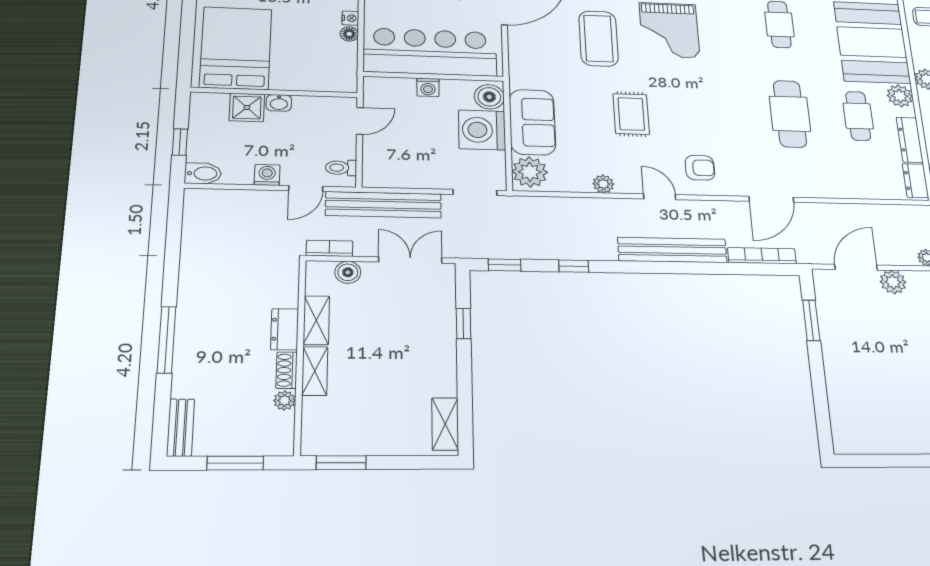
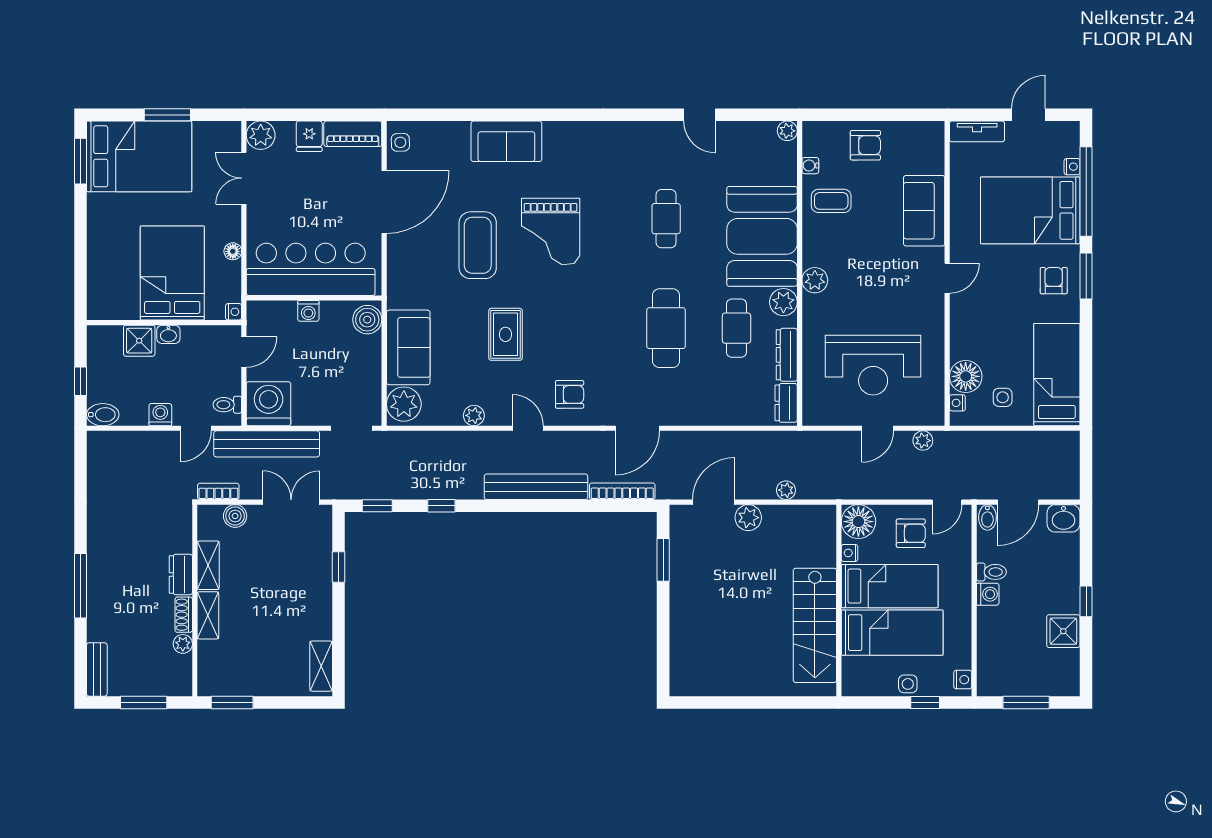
nightstand: (350, 18) -> (234, 312), moved
bed: (236, 48) -> (172, 273), moved
washing machine: (482, 130) -> (269, 404), moved, turned 90

